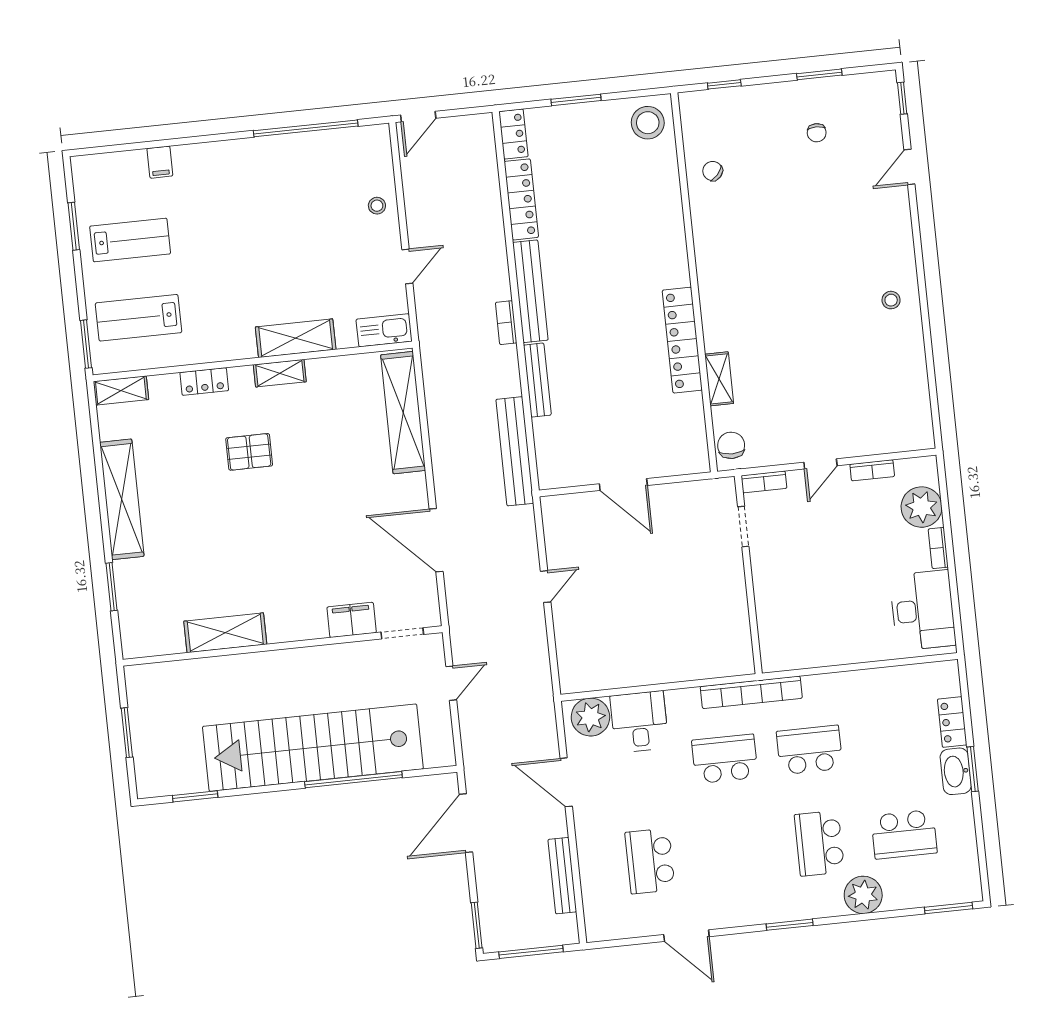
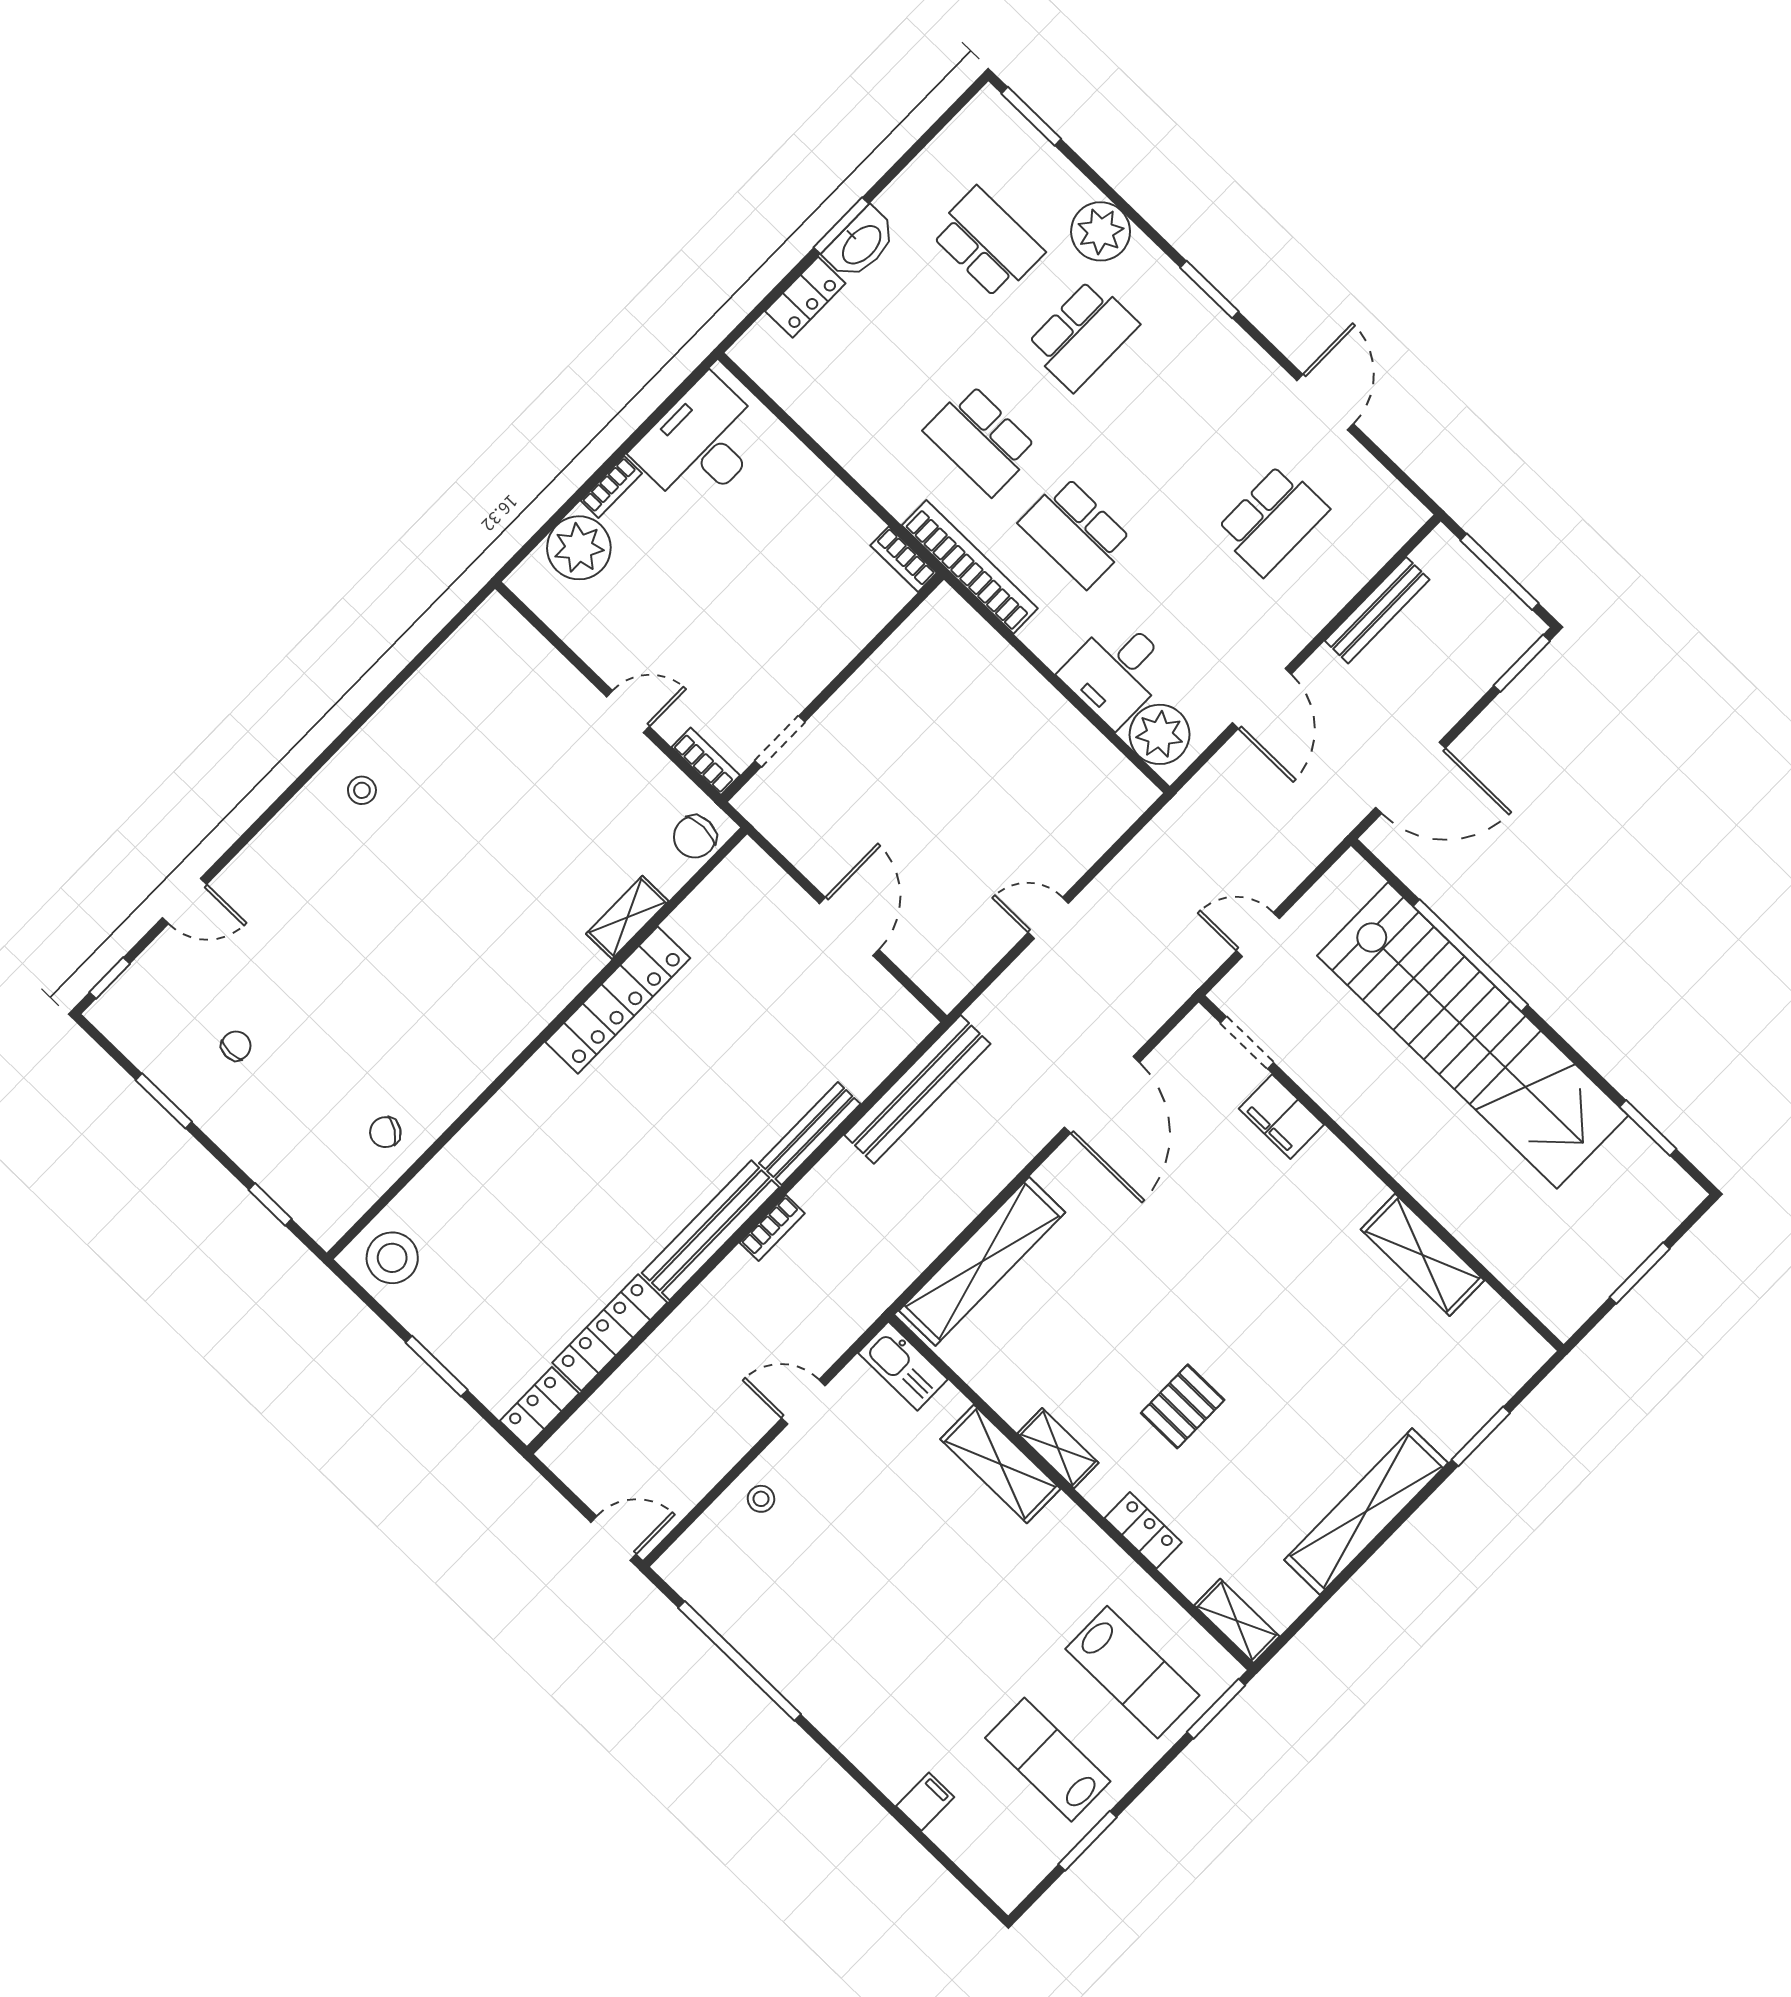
chair: (713, 171) -> (385, 1132), turned 82
pallet: (249, 452) -> (1183, 1406), turned 90
bookcase: (872, 470) -> (903, 559), moved, turned 180

